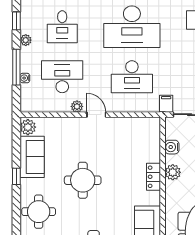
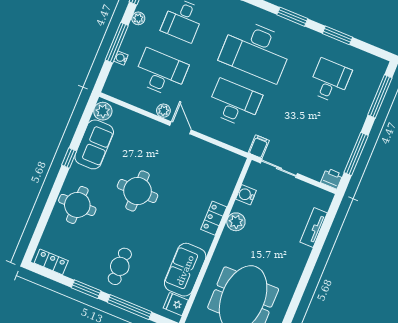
desk: (132, 77) -> (234, 103), turned 180

